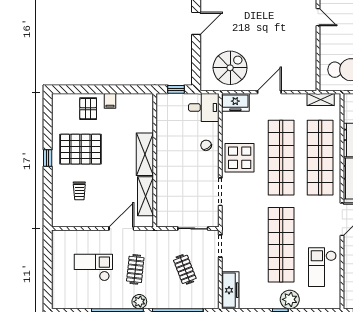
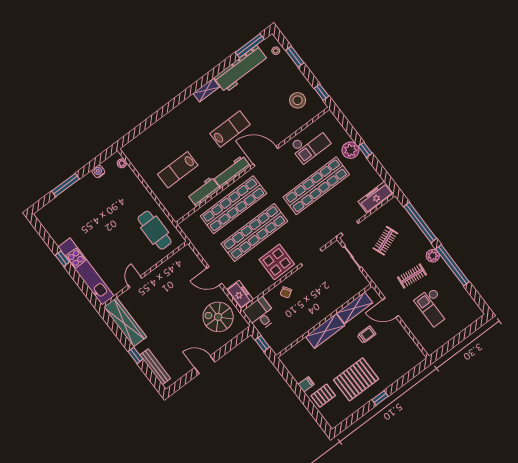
shelving: (321, 100) -> (192, 236), removed
pallet: (80, 149) -> (356, 379), turned 90
trolley: (79, 191) -> (366, 335), moved

